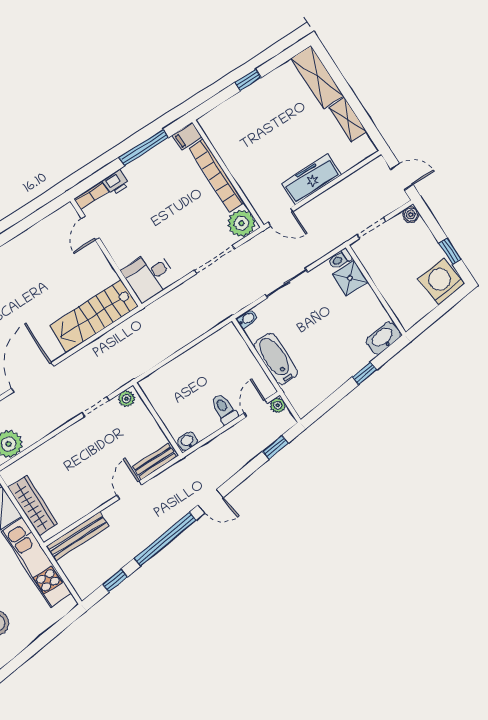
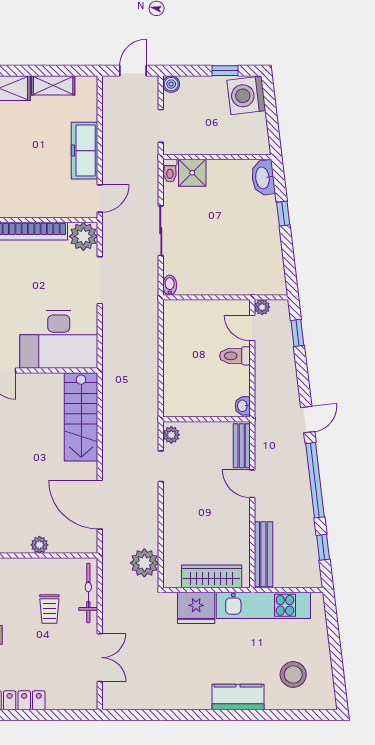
desk: (149, 276) -> (59, 339), width x1.87, depth x1.30
bathtub: (276, 359) -> (221, 283), removed

